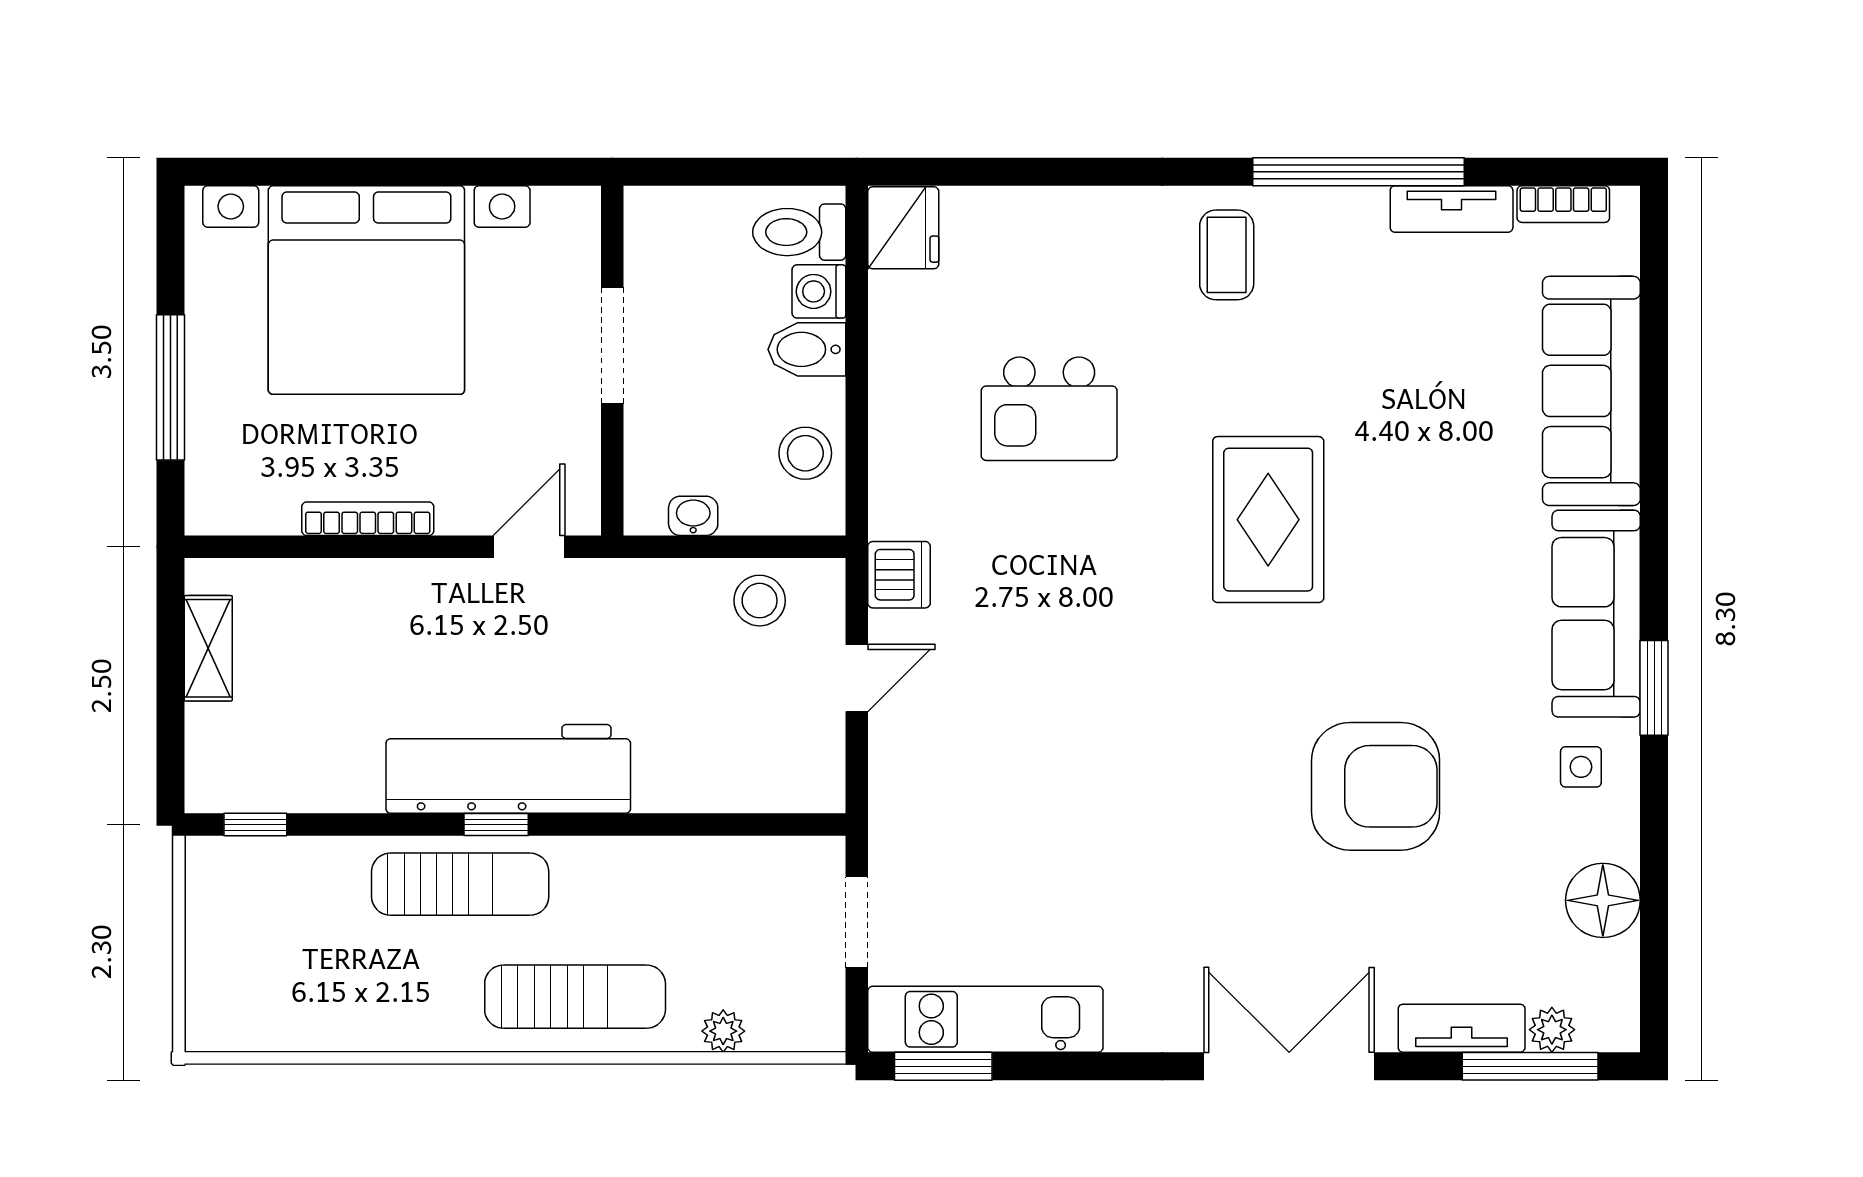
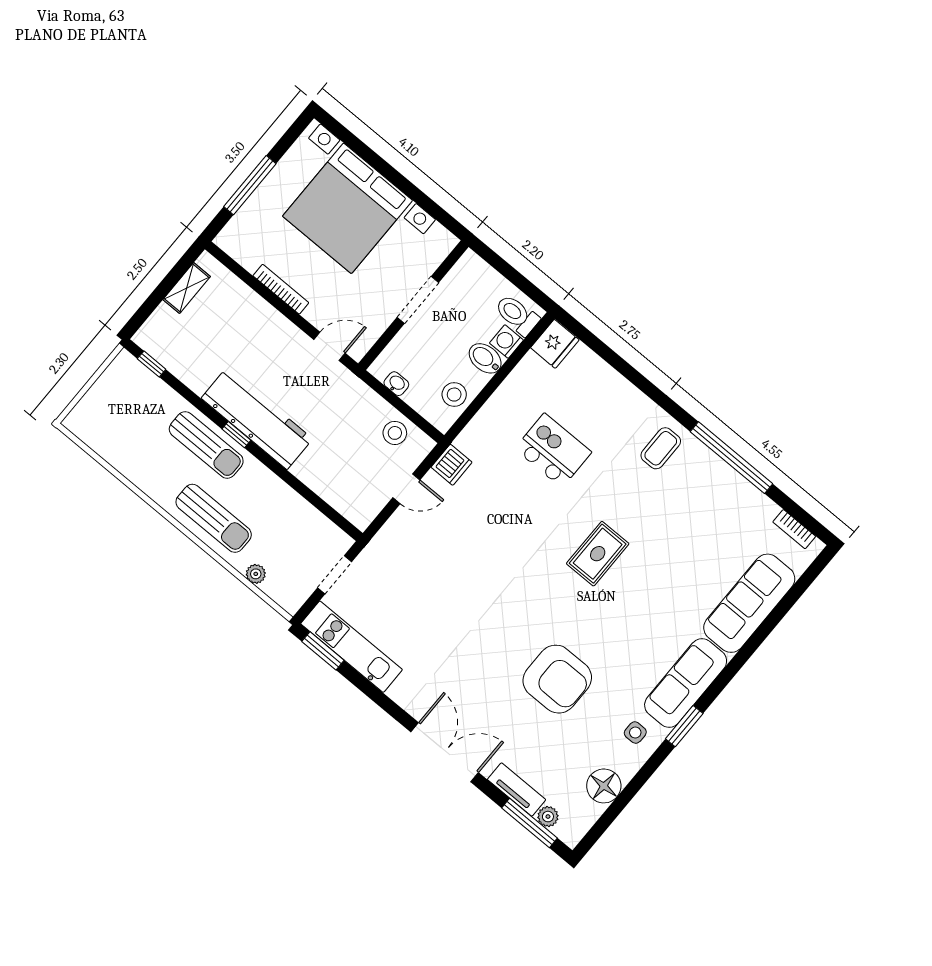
tv unit: (1452, 209) -> (753, 498), removed
kitchen island: (1049, 409) -> (553, 450), turned 180
rug: (1268, 520) -> (598, 554), width x0.73, depth x0.70

